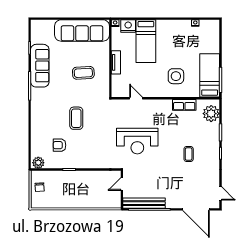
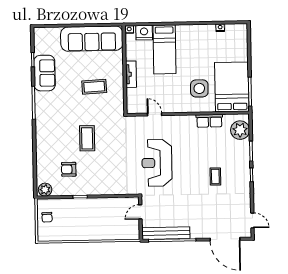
sofa: (40, 66) -> (45, 73), width x0.73
bed: (210, 75) -> (232, 87), width x1.50
reception desk: (137, 141) -> (157, 163), turned 90

